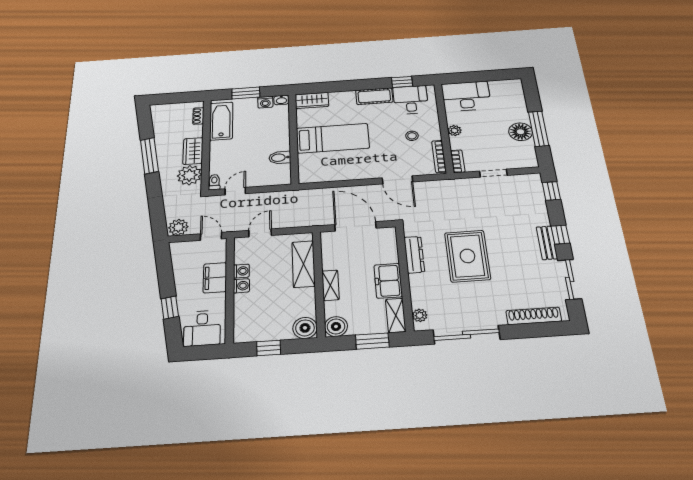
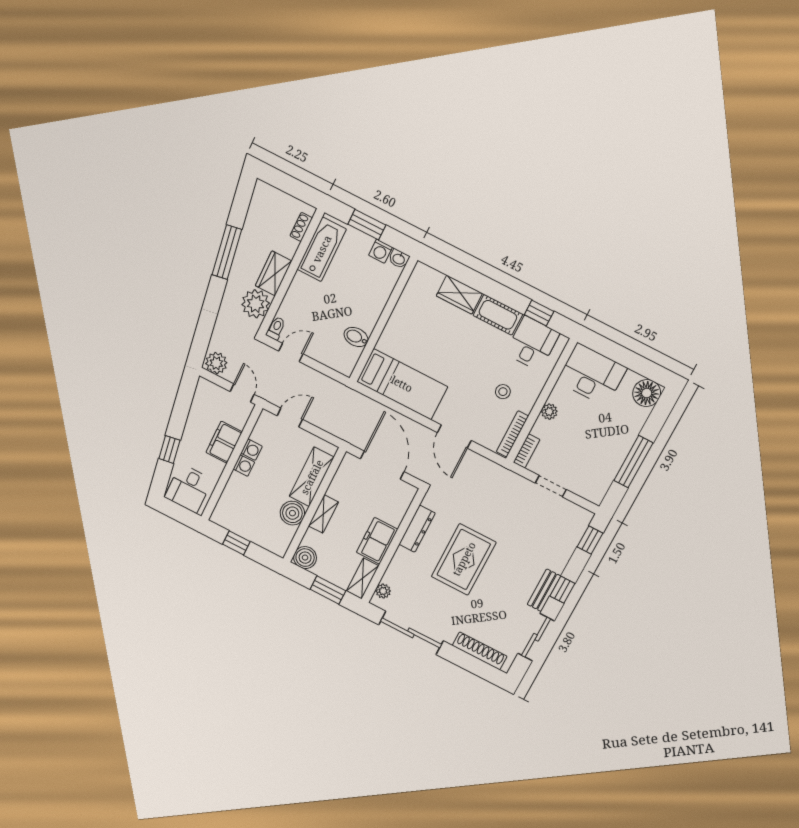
wardrobe: (312, 100) -> (459, 295), moved
floor lamp: (521, 132) -> (647, 393), moved
bed: (333, 138) -> (402, 384), moved
boiler: (305, 328) -> (292, 513), moved

